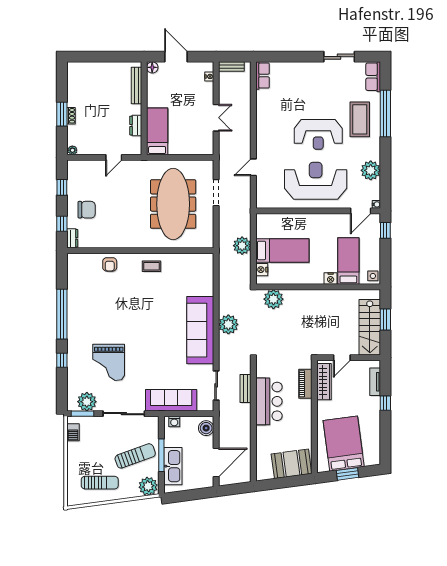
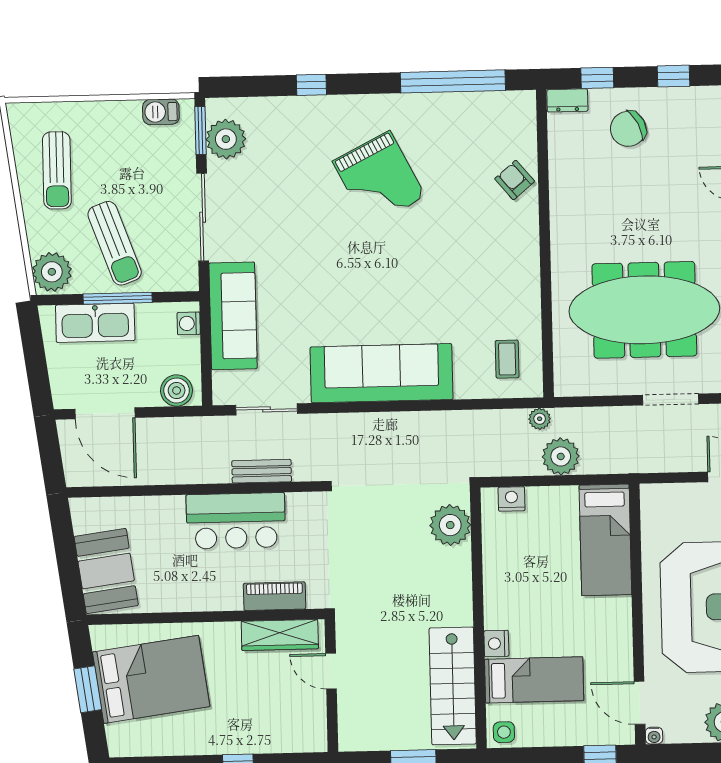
chair: (87, 210) -> (628, 129), turned 63
bed: (282, 250) -> (605, 540), moved
armchair: (110, 264) -> (515, 180), turned 50
coffee table: (152, 266) -> (507, 359), moved
window: (62, 314) -> (453, 81), moved
plant: (228, 324) -> (540, 419), moved, width x0.53, depth x0.53
stairs: (370, 327) -> (453, 686), moved, turned -90
grand piano: (109, 362) -> (379, 179), moved, turned -117
tv unit: (375, 382) -> (282, 742), removed

